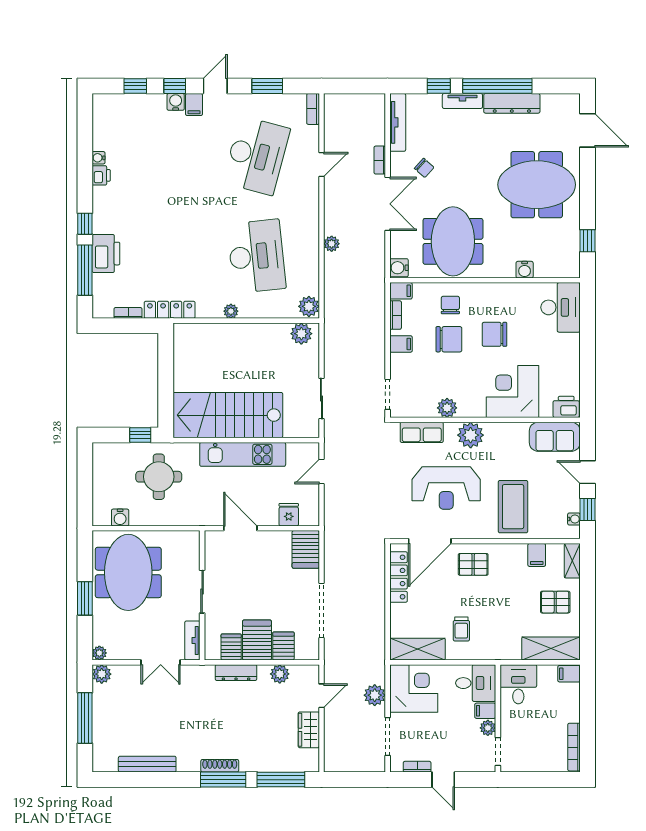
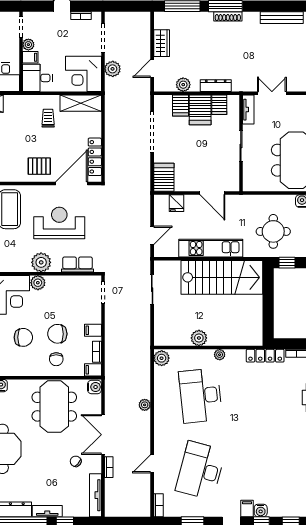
plant: (301, 334) -> (199, 338), moved
plant: (447, 408) -> (38, 283), moved

